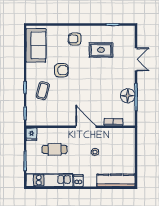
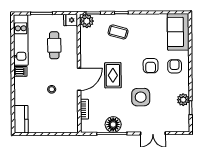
plant: (105, 31) -> (183, 100), added
sofa: (36, 45) -> (178, 32), moved, turned 90
rug: (101, 50) -> (113, 75), moved
armchair: (61, 70) -> (151, 66), moved
side table: (103, 70) -> (141, 97), added
plant: (33, 119) -> (87, 21), added
kitchen counter: (116, 180) -> (21, 119), width x0.67

